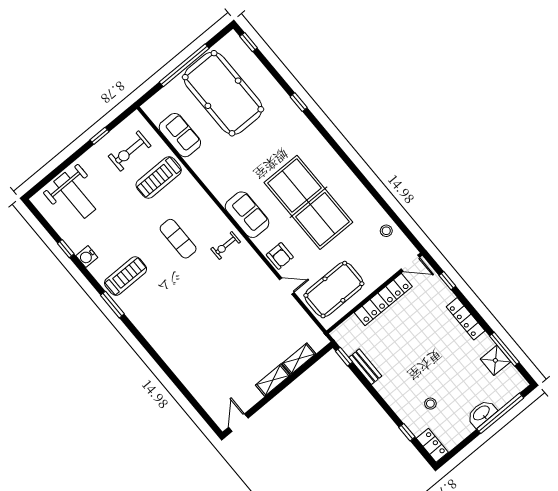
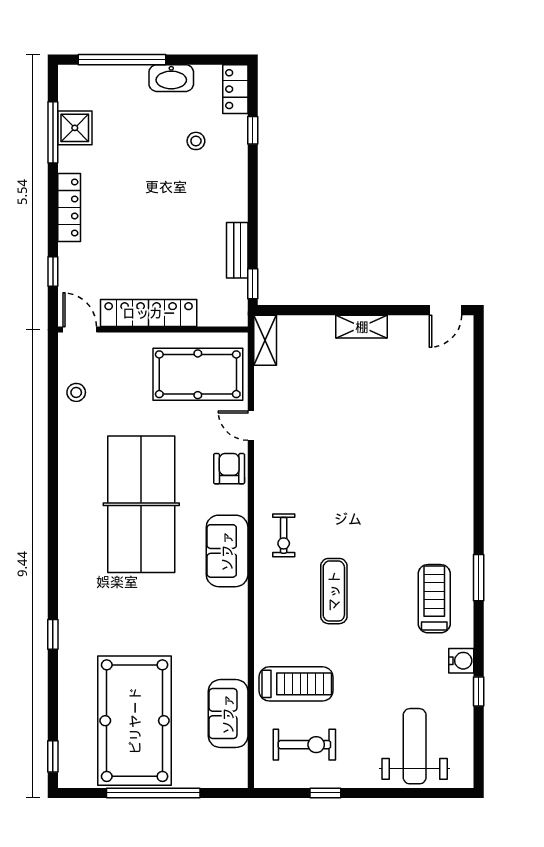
exercise bike: (226, 246) -> (284, 535), turned 90
treadmill: (126, 276) -> (434, 599), turned 90
shelving: (299, 359) -> (265, 340), moved, turned 90
washbasin: (482, 413) -> (171, 78), moved

